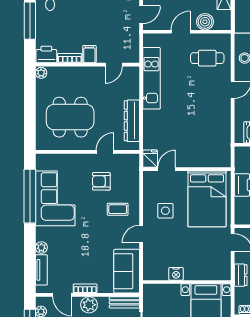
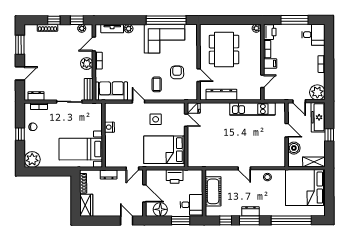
cafe table: (207, 58) -> (267, 150), removed
door: (114, 65) -> (262, 81), swing flipped

